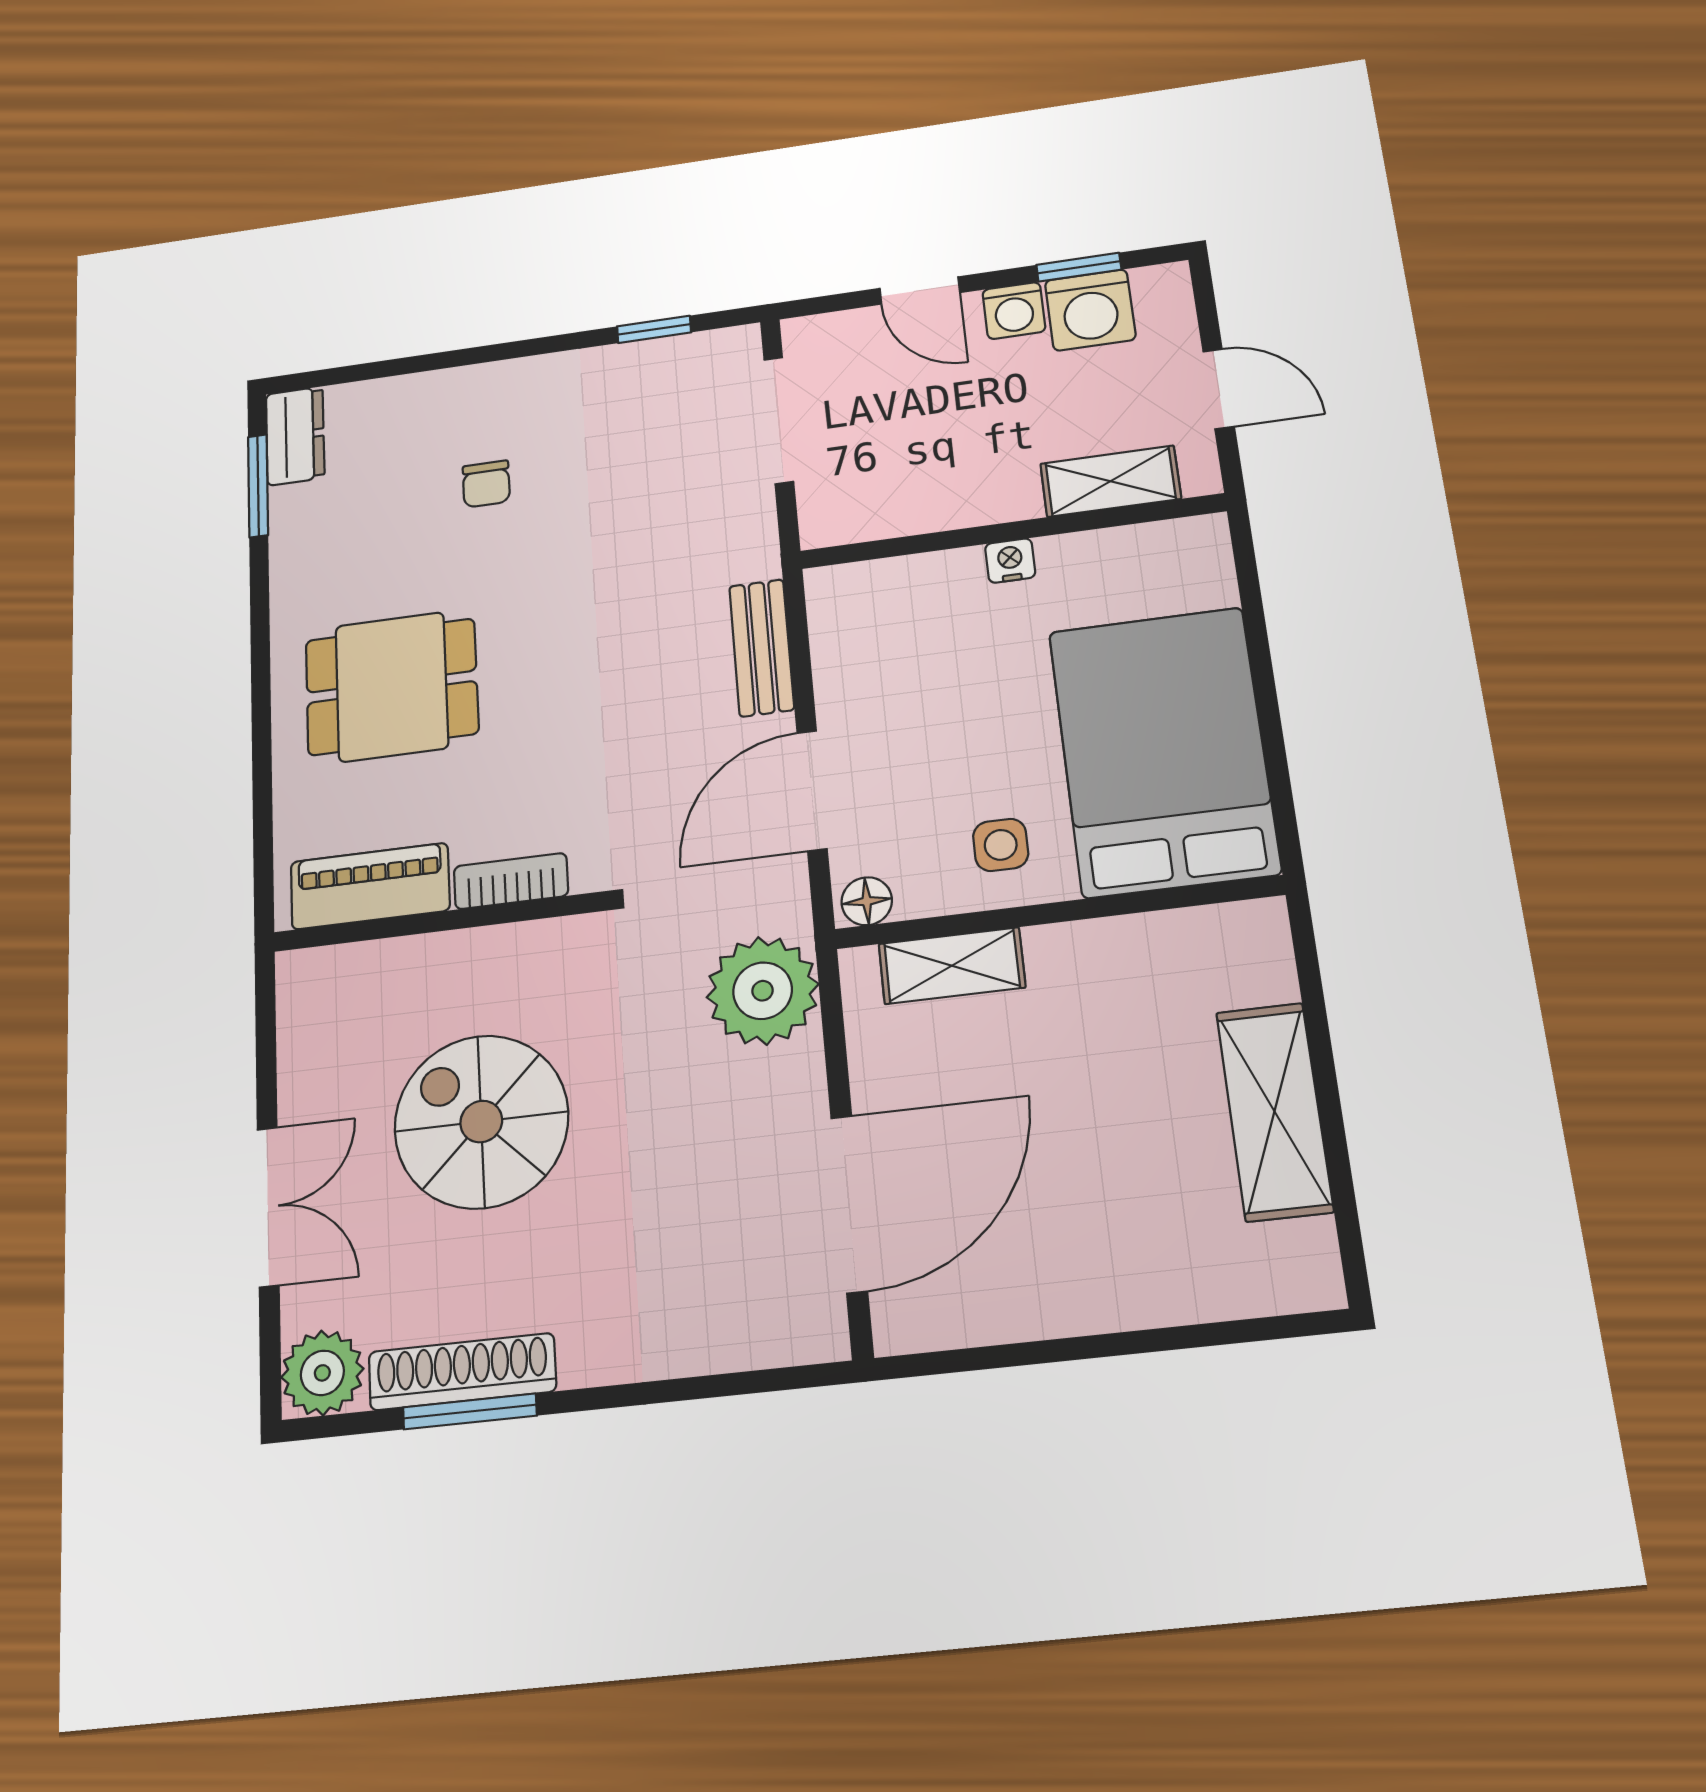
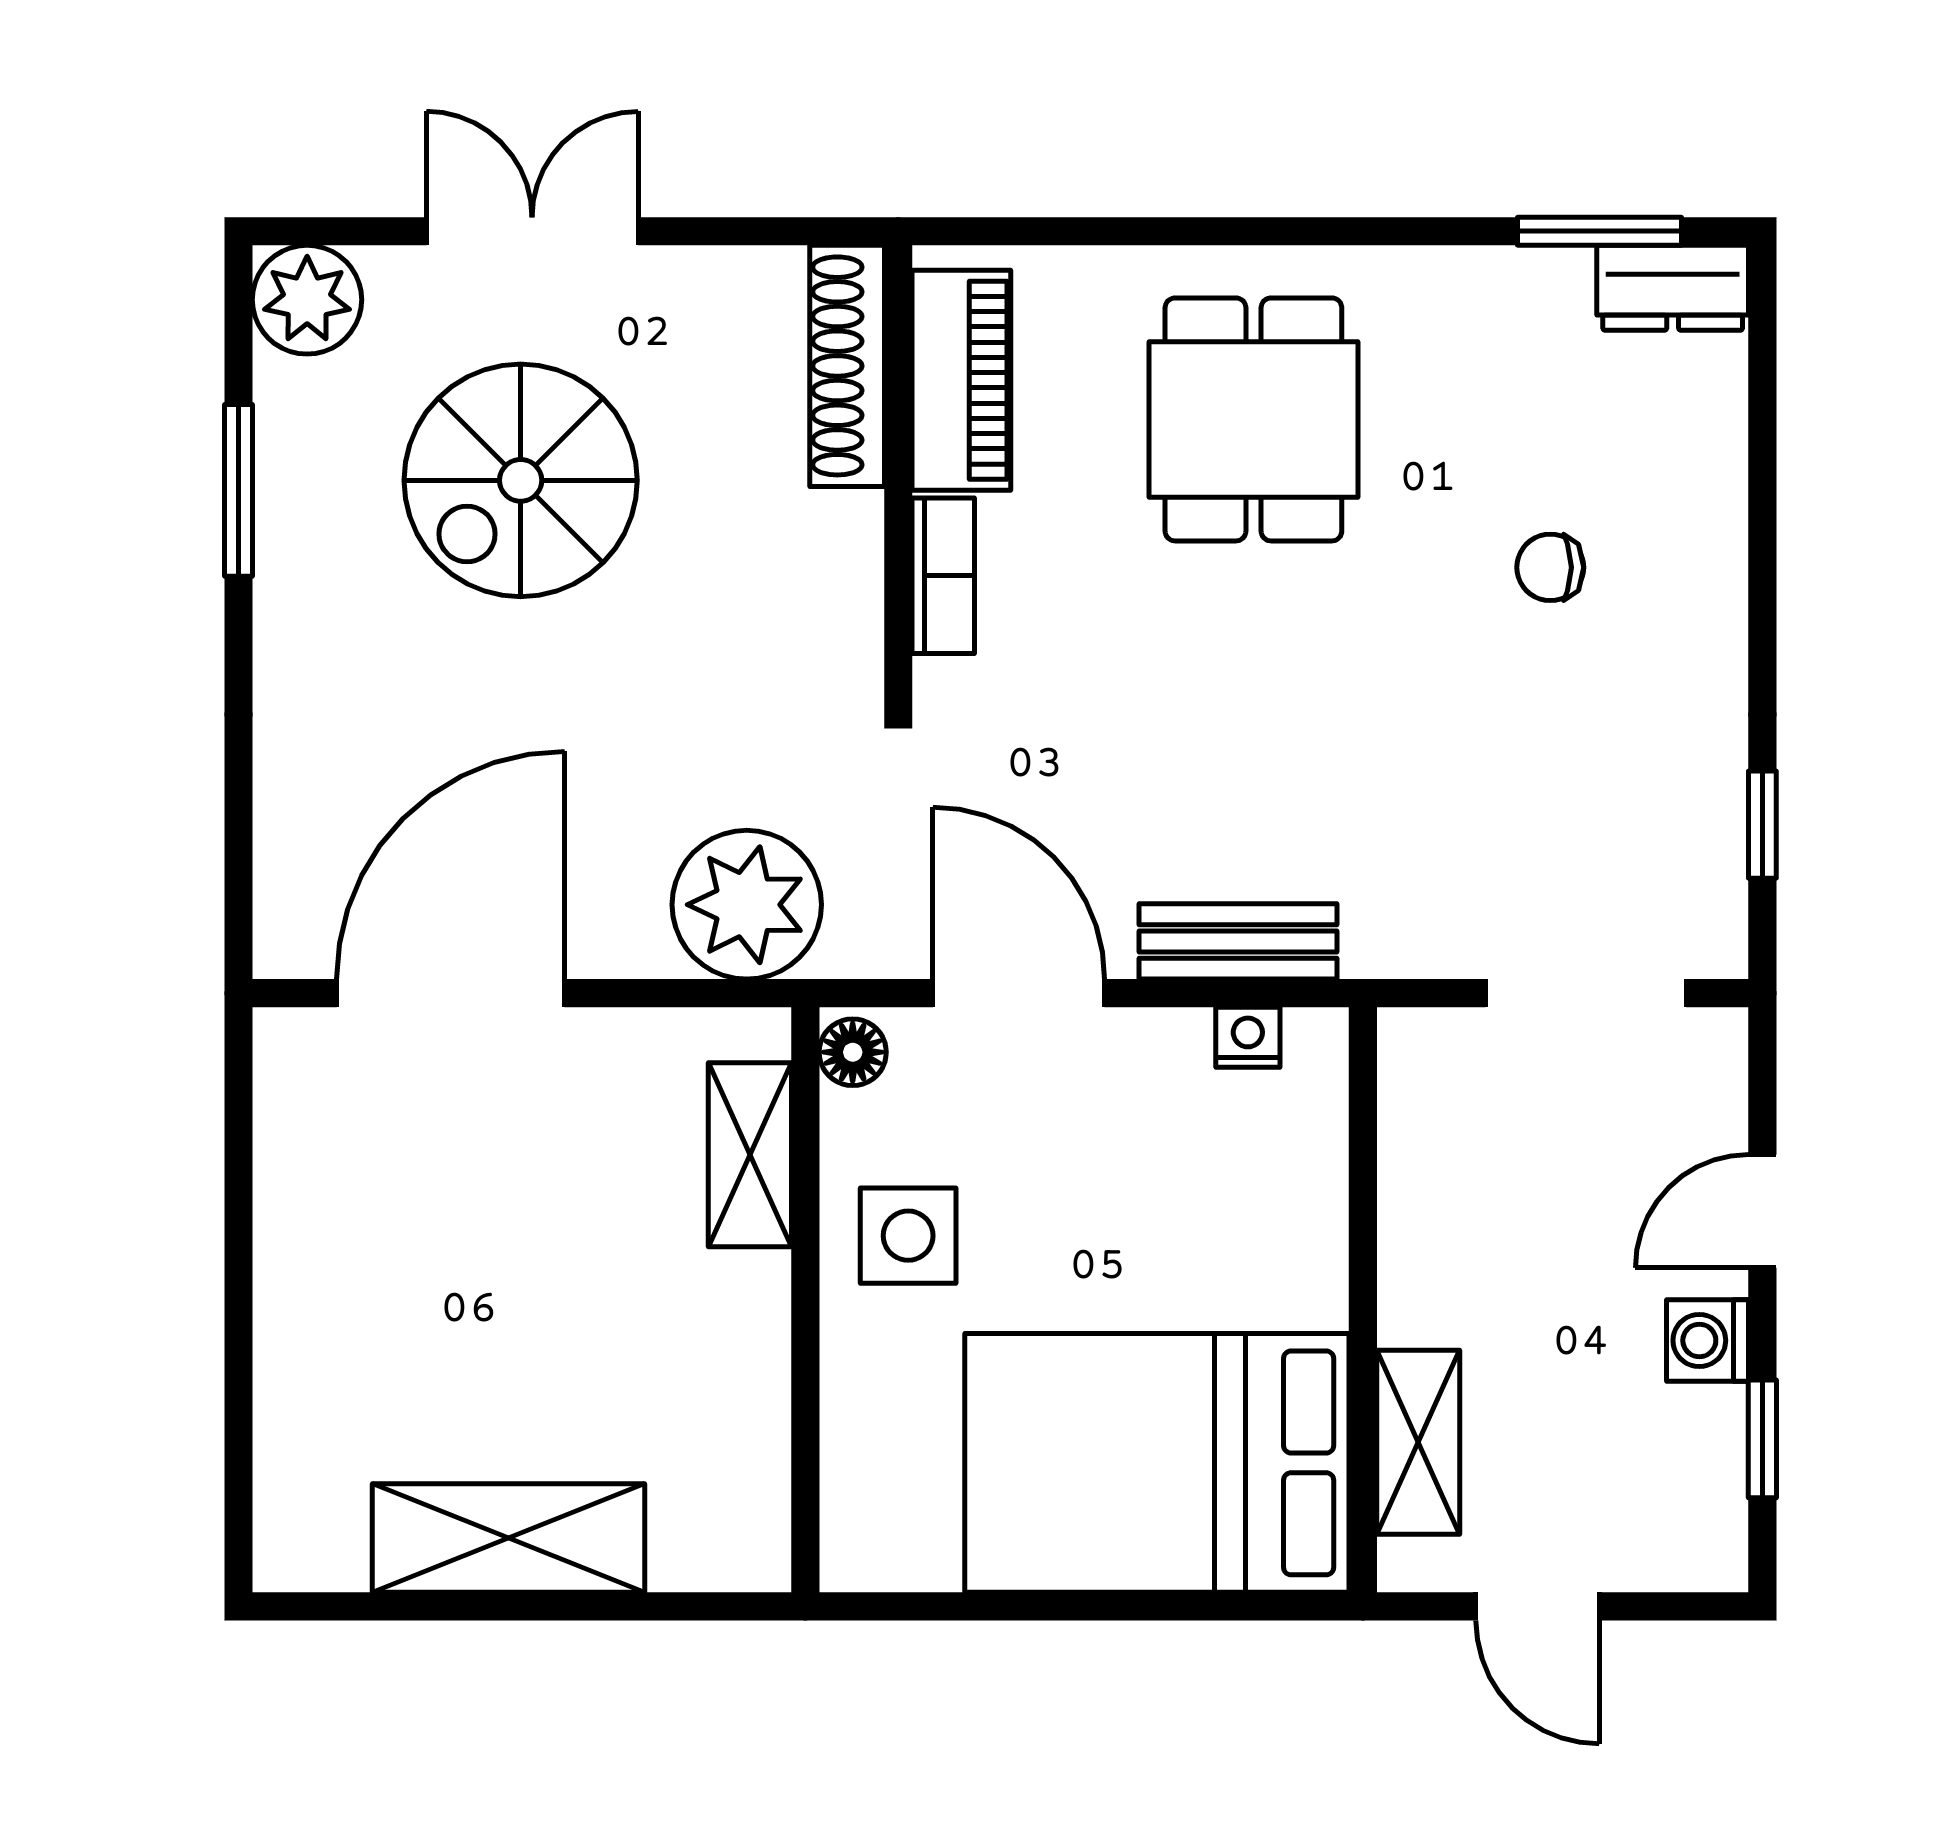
washing machine: (1090, 310) -> (1691, 1447), removed
door: (1219, 389) -> (1537, 1606), hinge flipped
nightstand: (1010, 561) -> (1248, 1037), moved, turned -90
bed: (1163, 751) -> (1157, 1463), moved, turned 180
side table: (1001, 845) -> (908, 1236), width x1.37, depth x1.37
spiral stairs: (481, 1122) -> (521, 480), moved, turned 180
door: (849, 1204) -> (451, 993), swing flipped
double door: (268, 1207) -> (532, 231), swing flipped
shoe rack: (462, 1372) -> (847, 366), moved, turned 180

